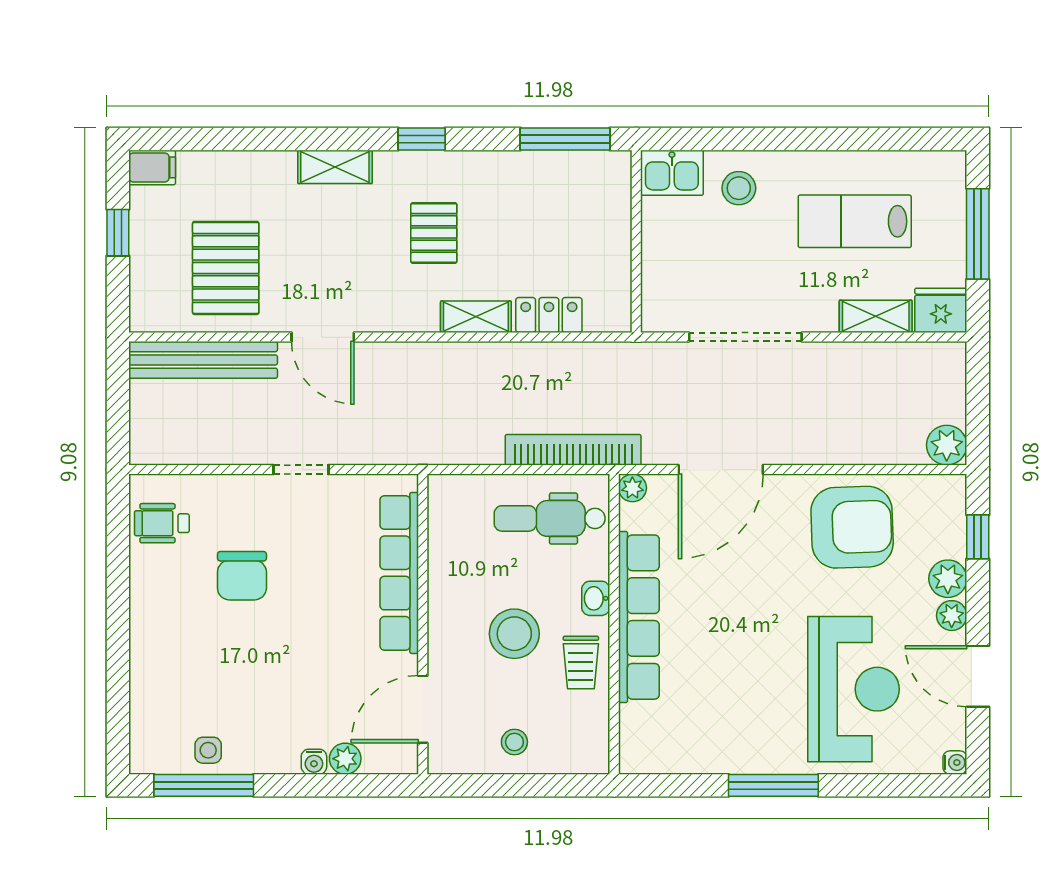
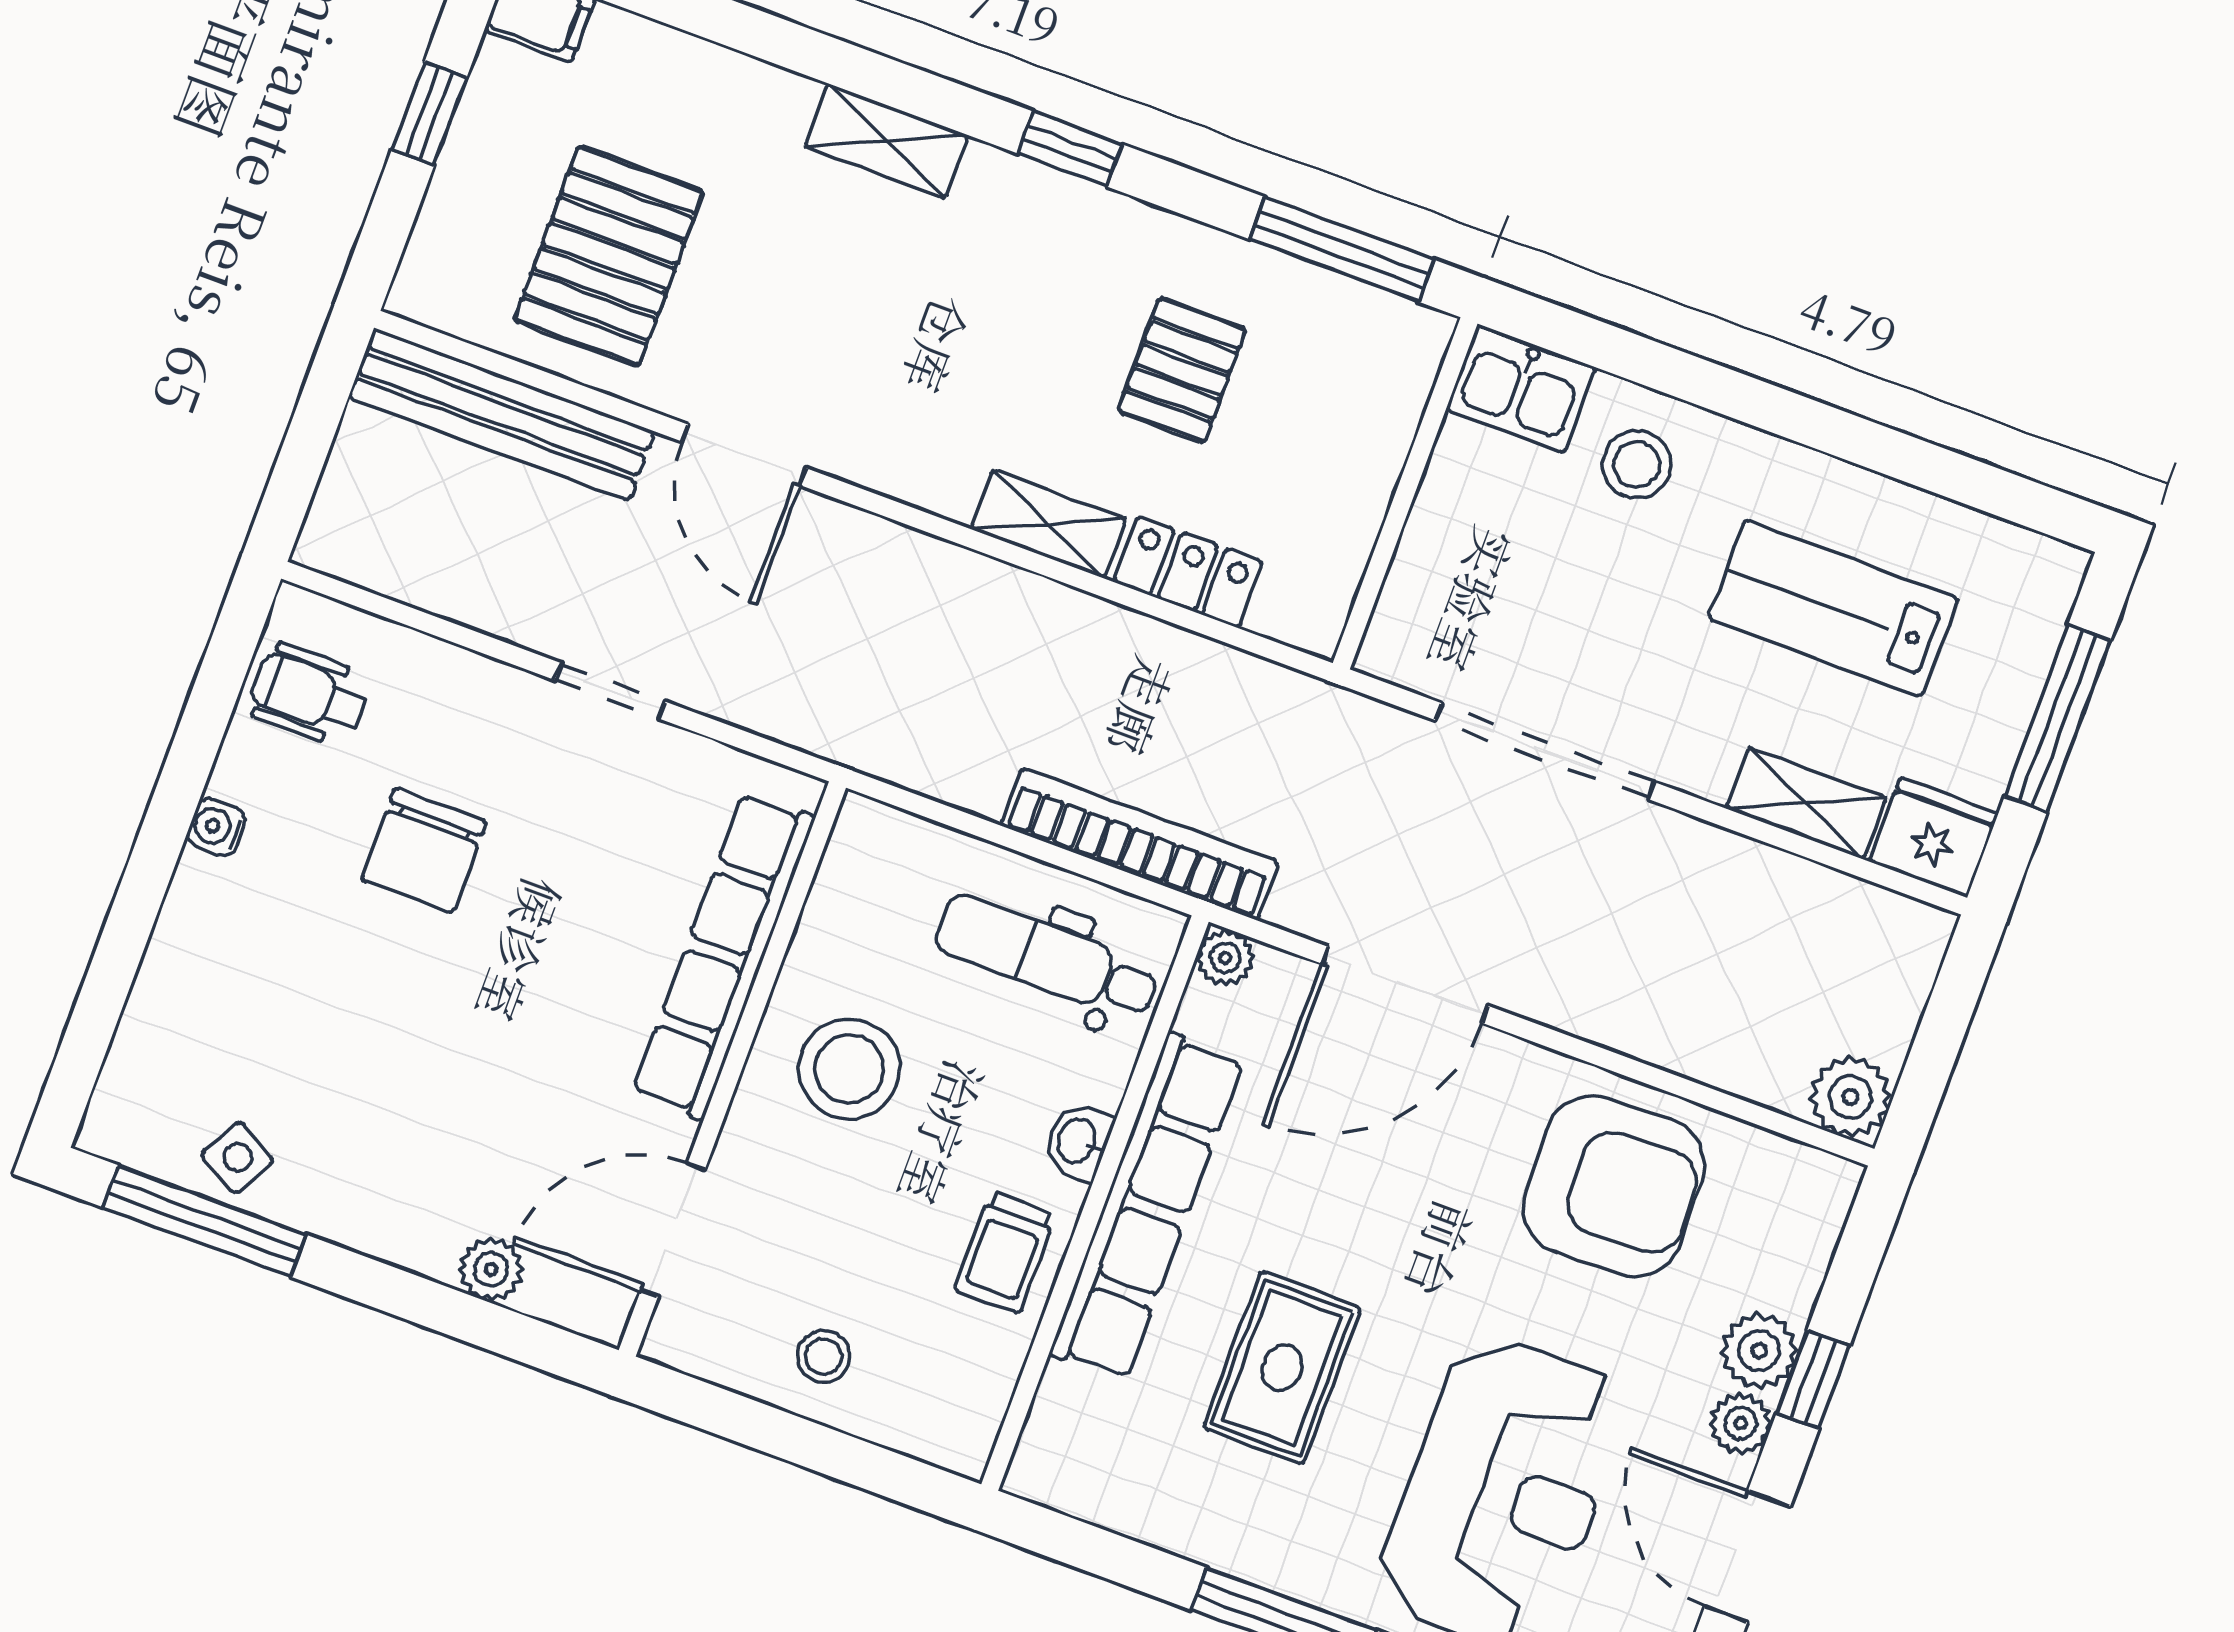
pallet: (434, 233) -> (1182, 370), moved
window: (978, 537) -> (1813, 1379), moved
stool: (514, 634) -> (849, 1069), moved
rug: (729, 669) -> (1282, 1368), added
side table: (208, 750) -> (237, 1157), turned 30
water cooler: (314, 762) -> (216, 827), moved, turned 90

